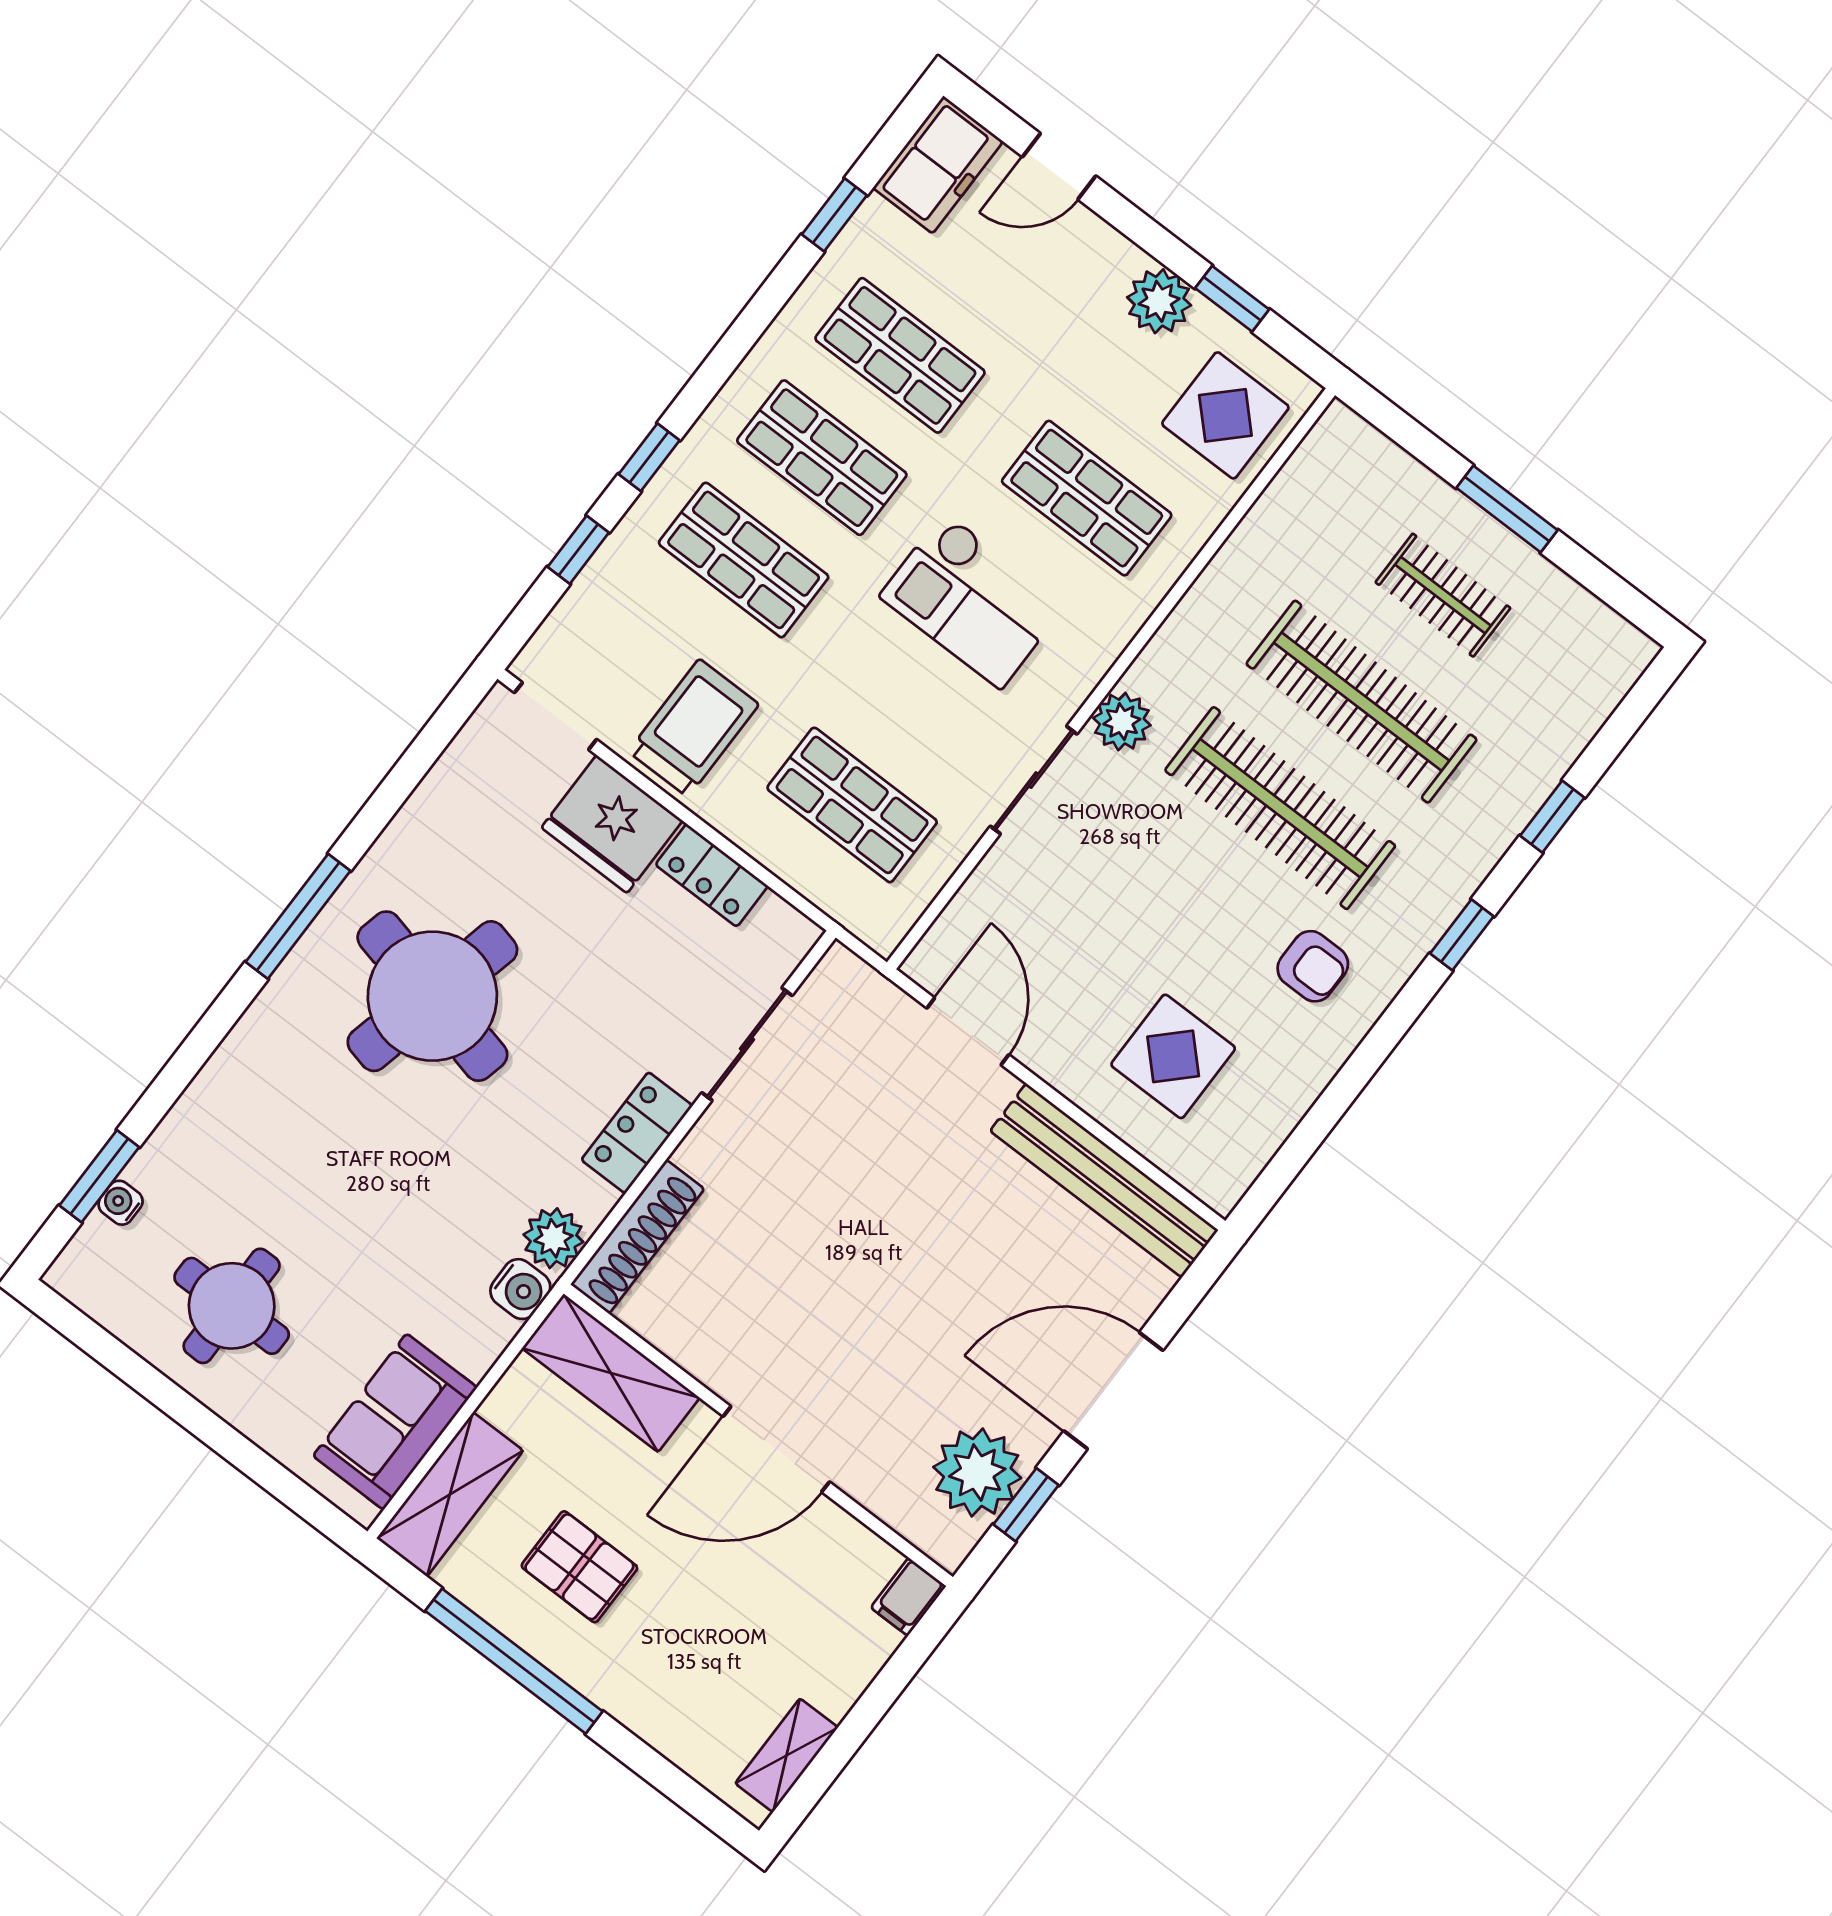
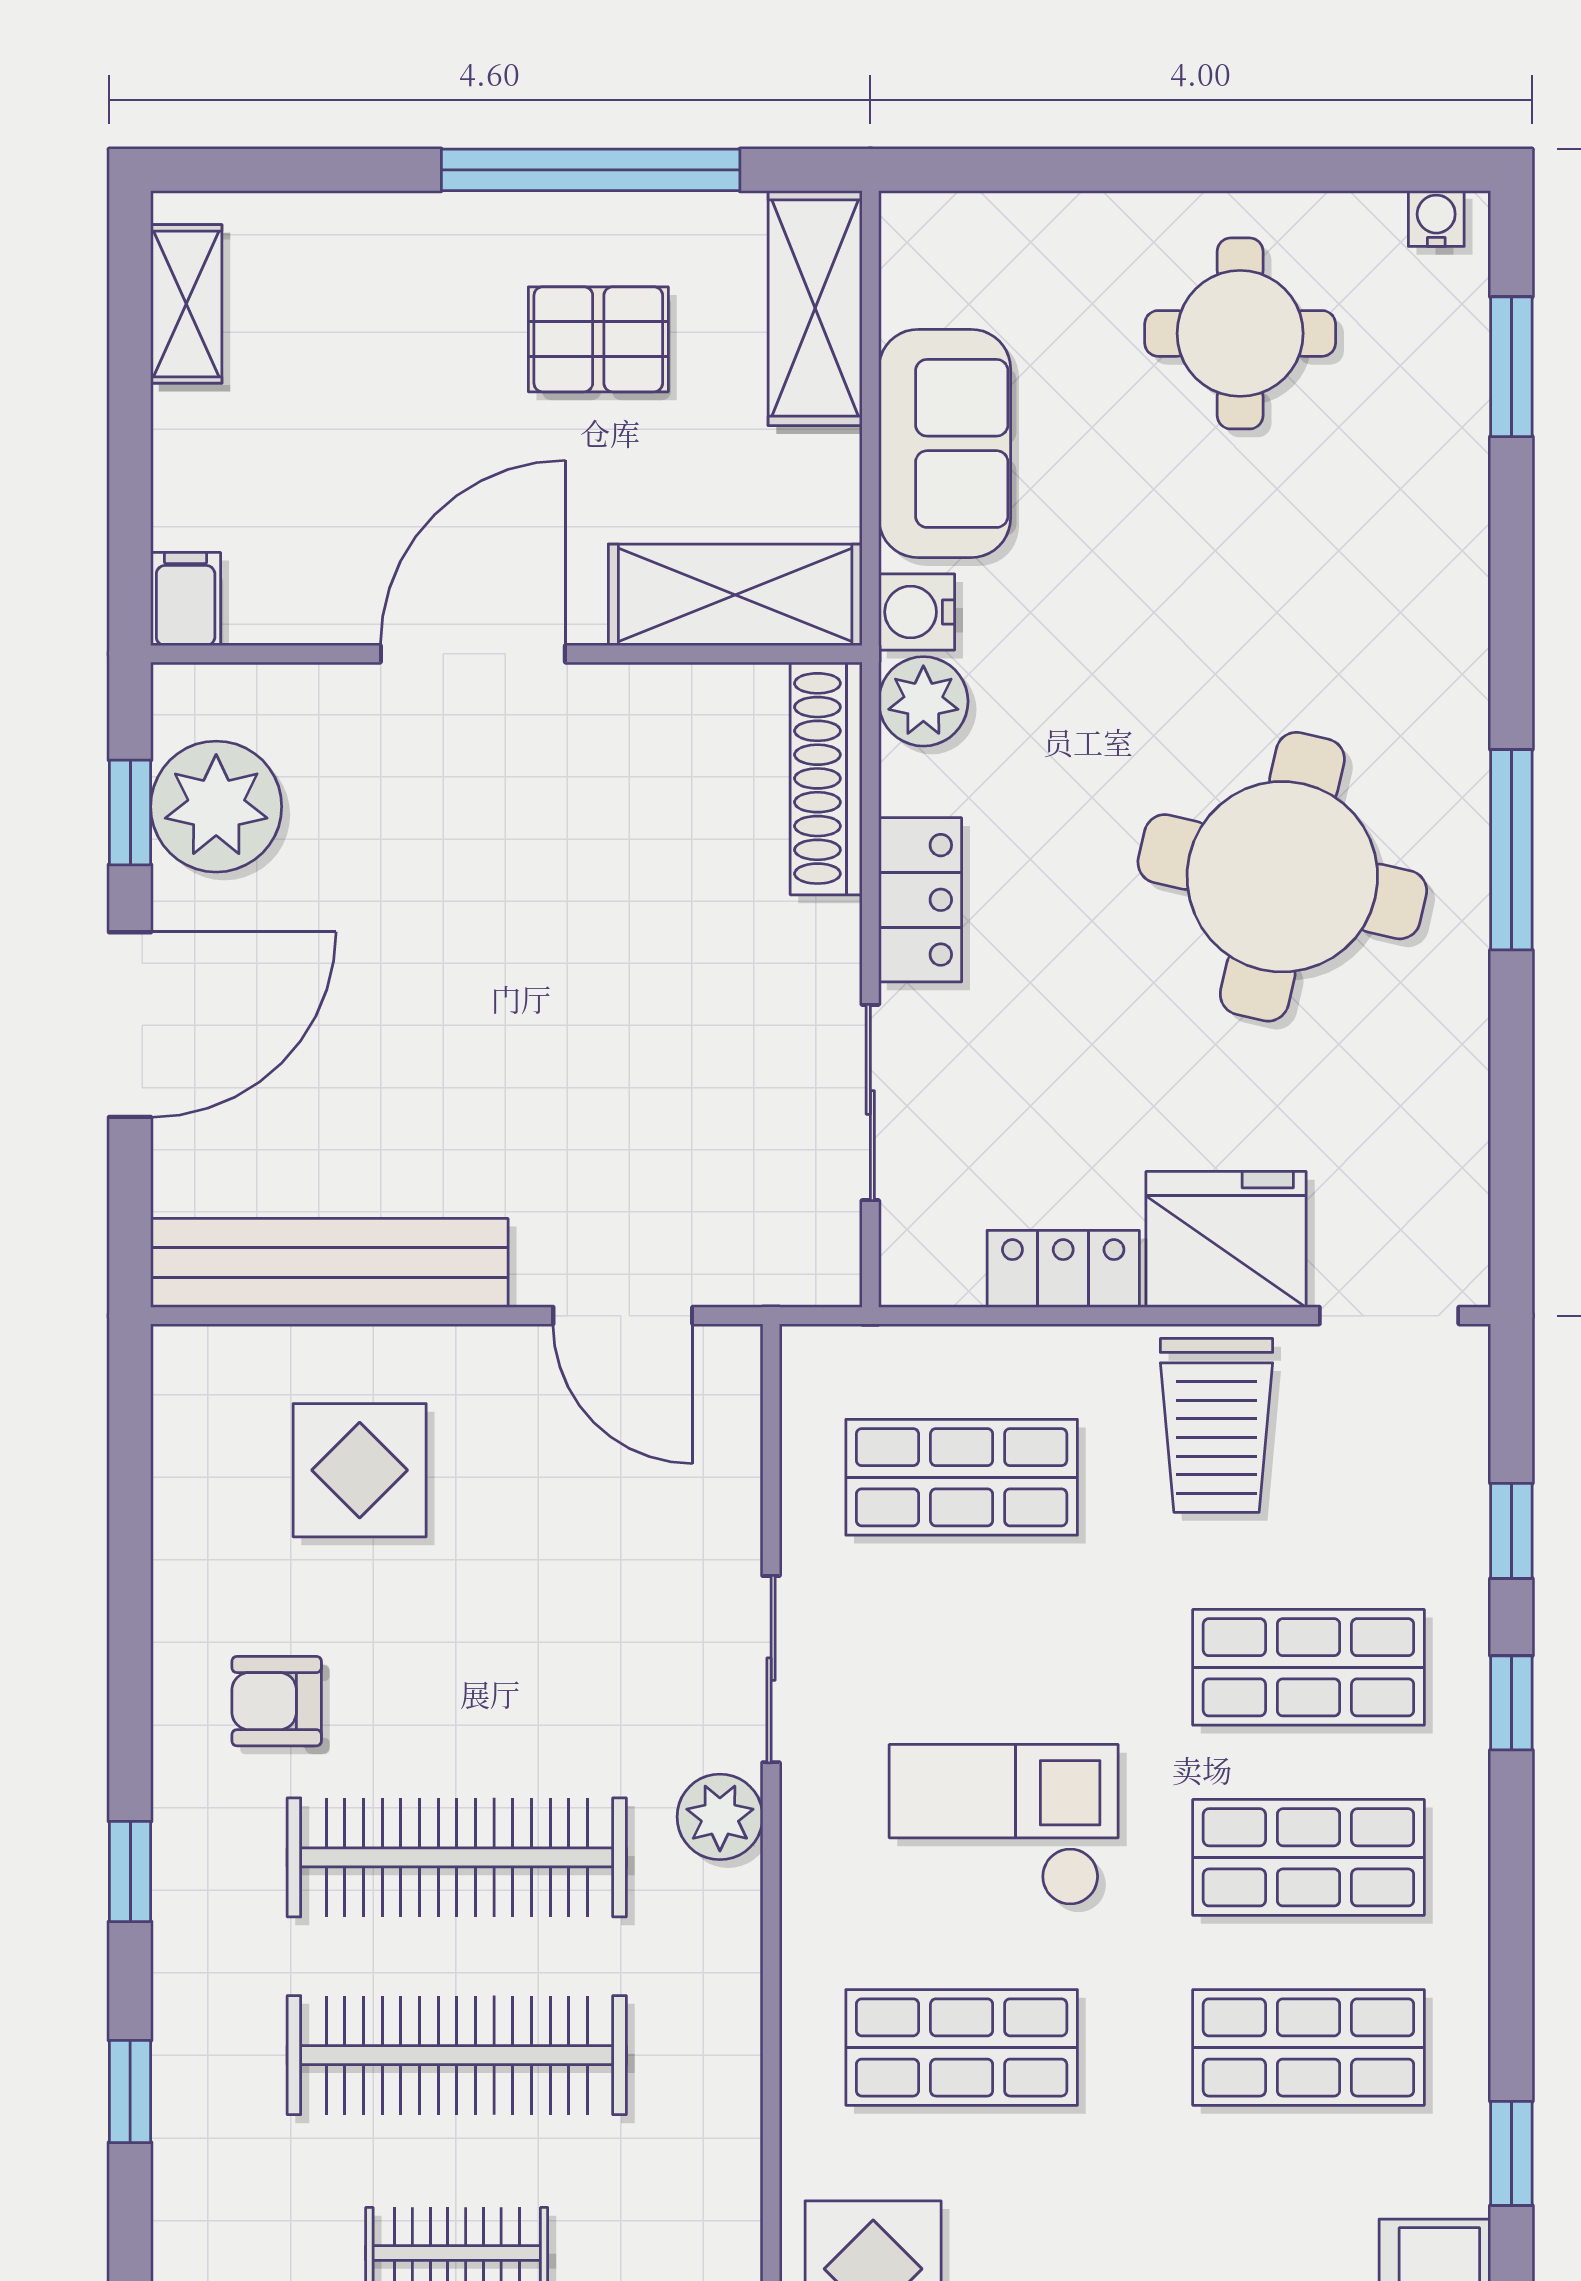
water cooler: (121, 1203) -> (1436, 219), moved, turned -90
sofa: (395, 1422) -> (945, 443), moved

